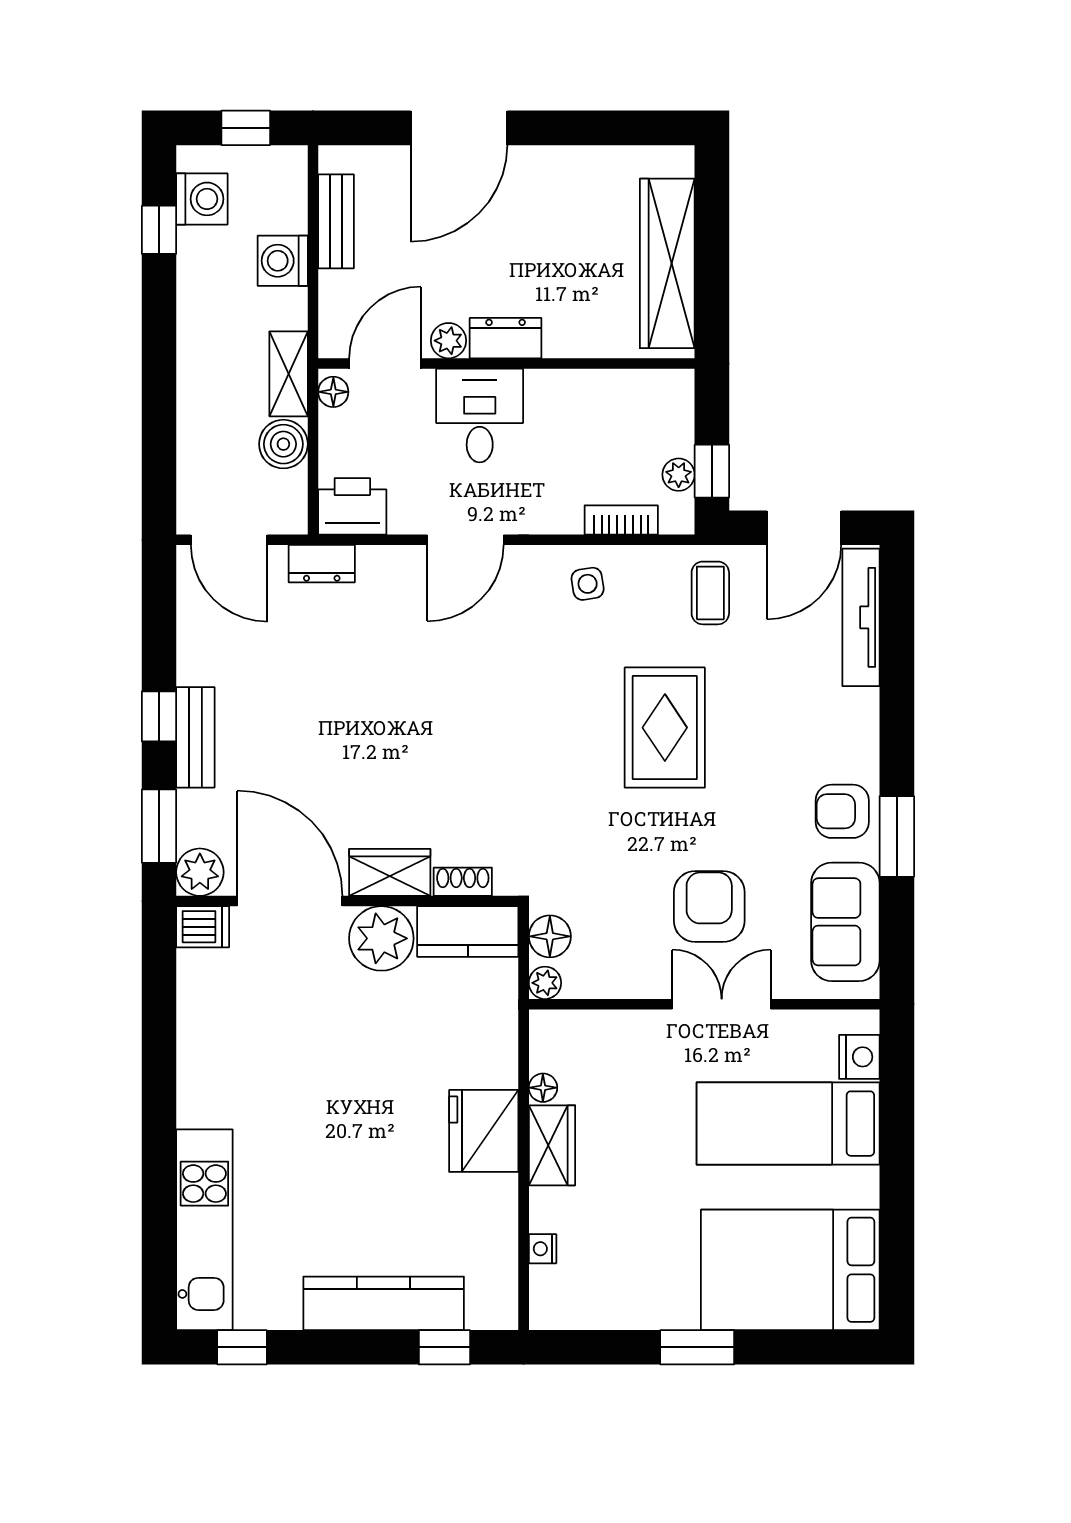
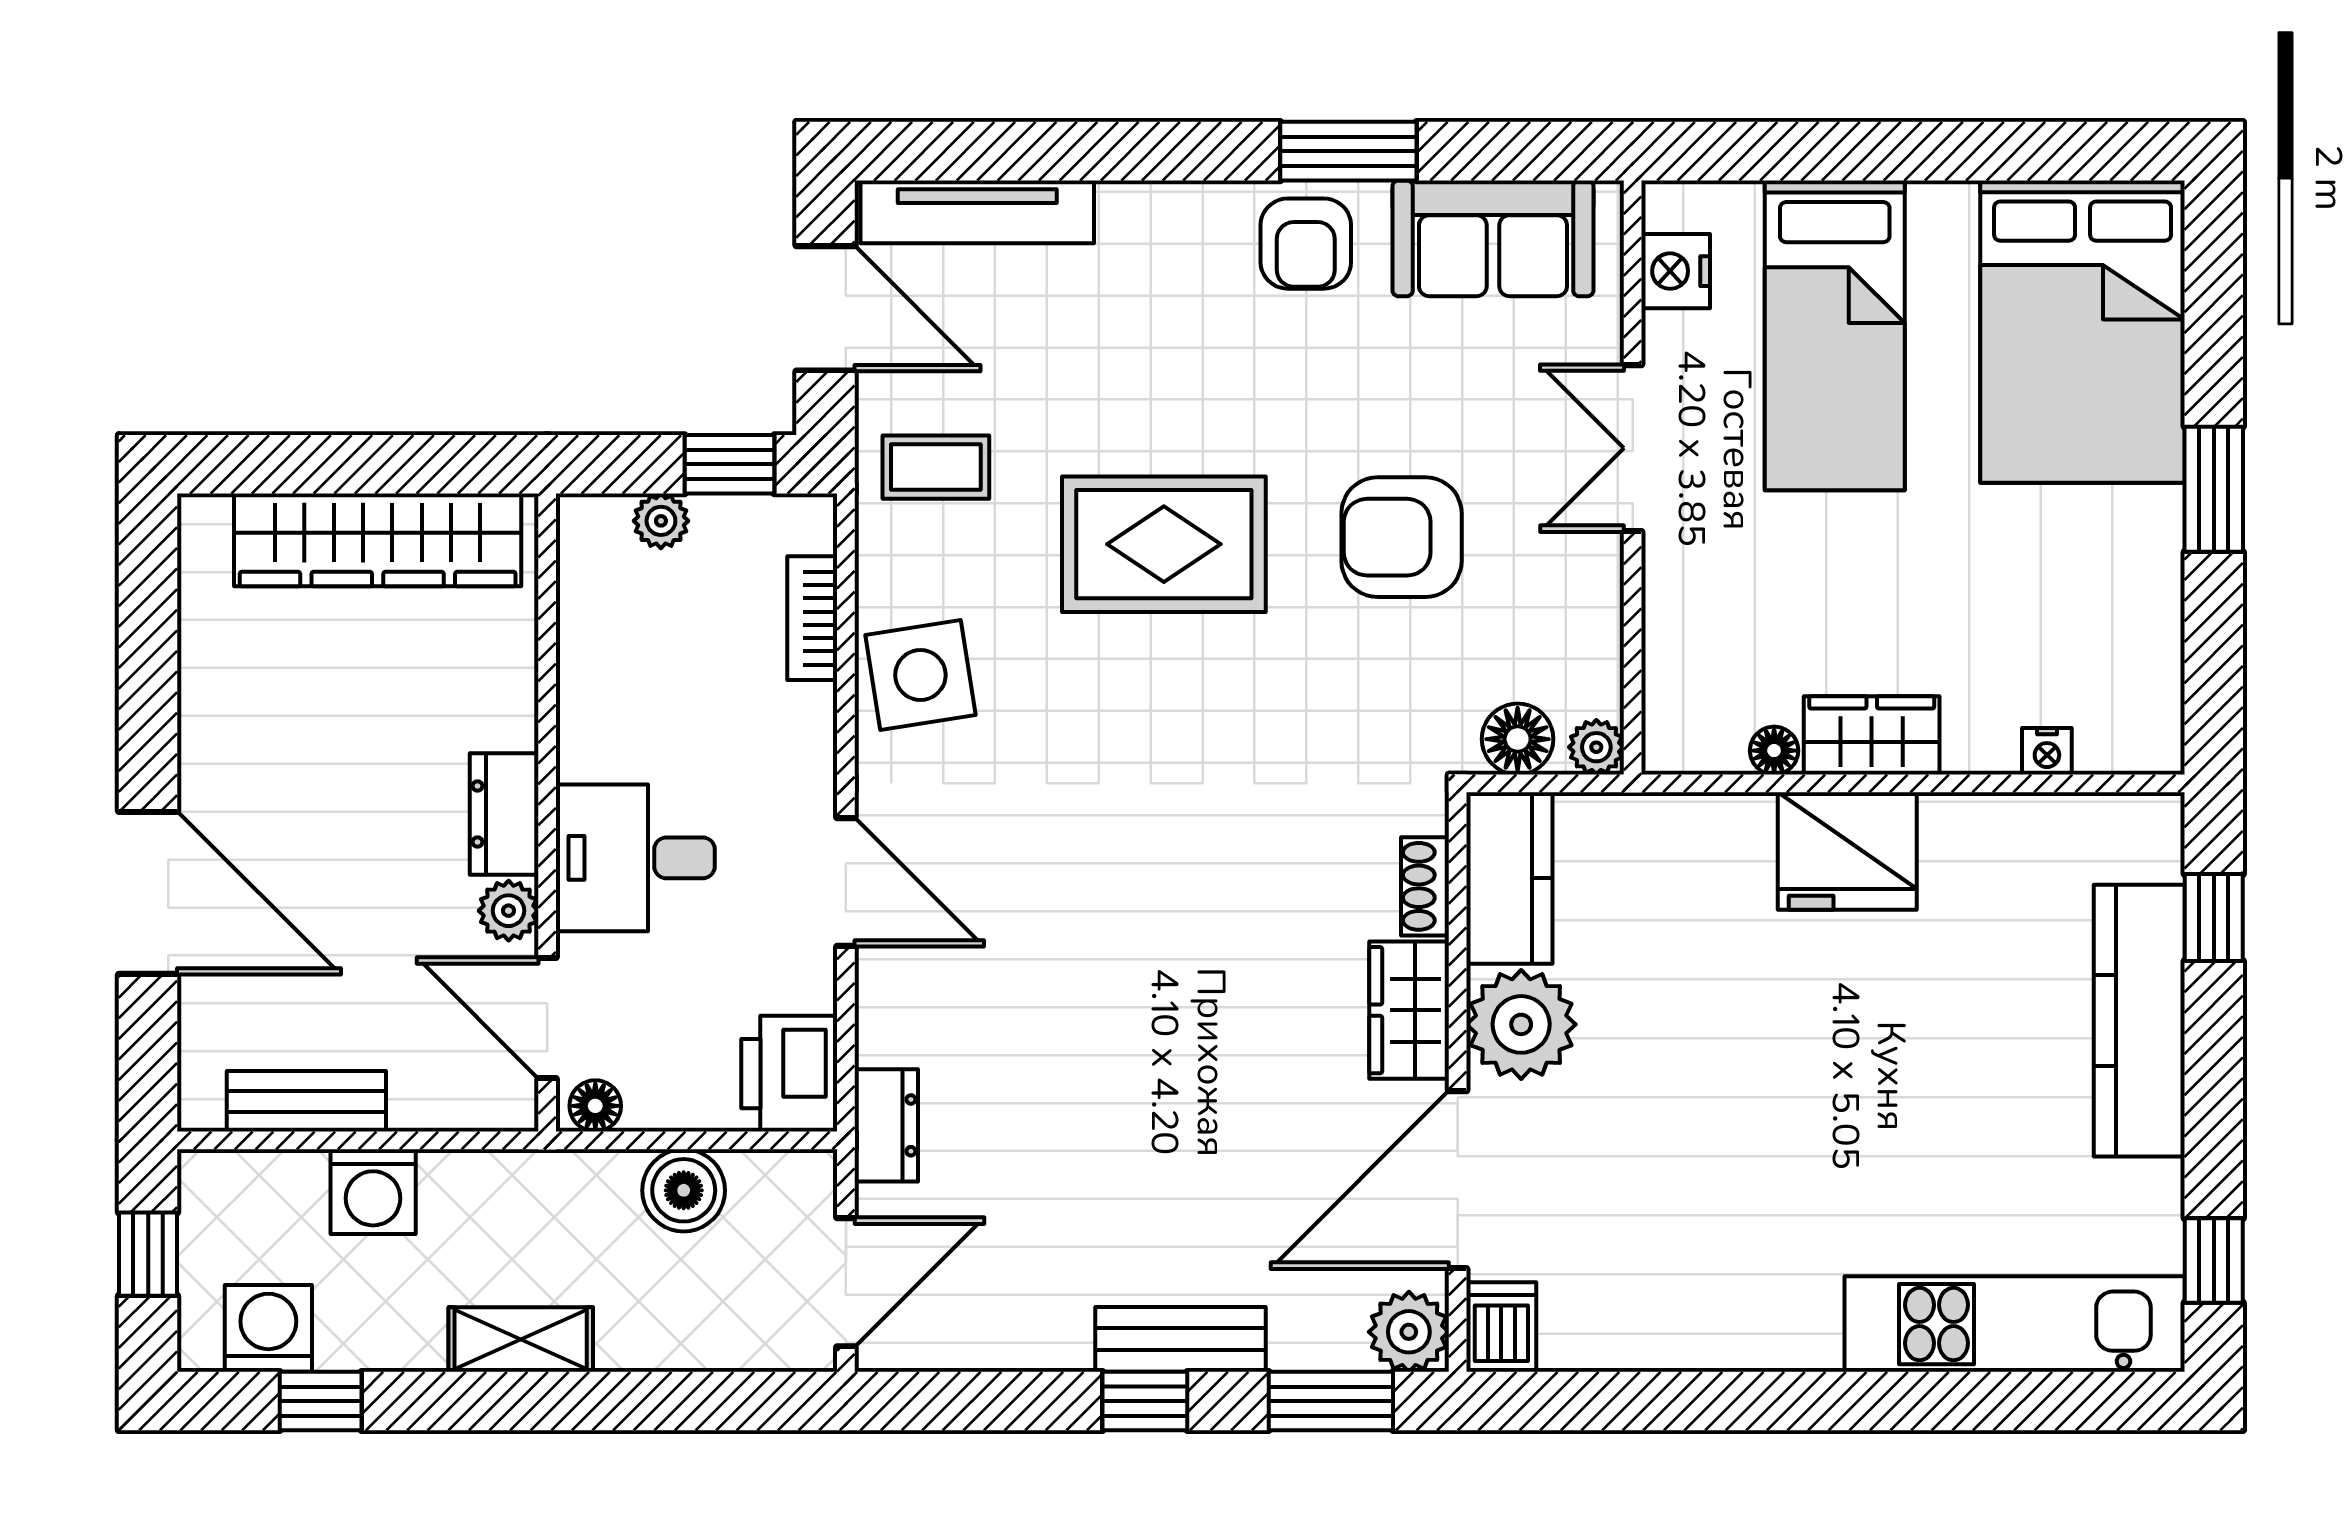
shelving: (289, 374) -> (521, 1340), moved
plant: (679, 475) -> (661, 521), moved
side table: (588, 584) -> (920, 675), width x1.87, depth x1.87
armchair: (709, 906) -> (1402, 537), moved
nightstand: (859, 1057) -> (1676, 271), moved, turned -90

